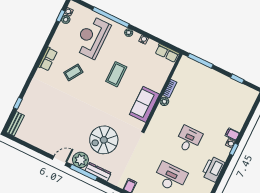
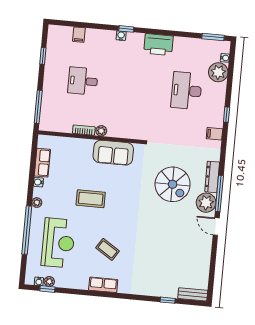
reception desk: (92, 37) -> (58, 243), turned -90
row of seats: (167, 53) -> (42, 163), moved
filing cabinet: (232, 134) -> (79, 35), moved
desk: (189, 139) -> (83, 81), moved

